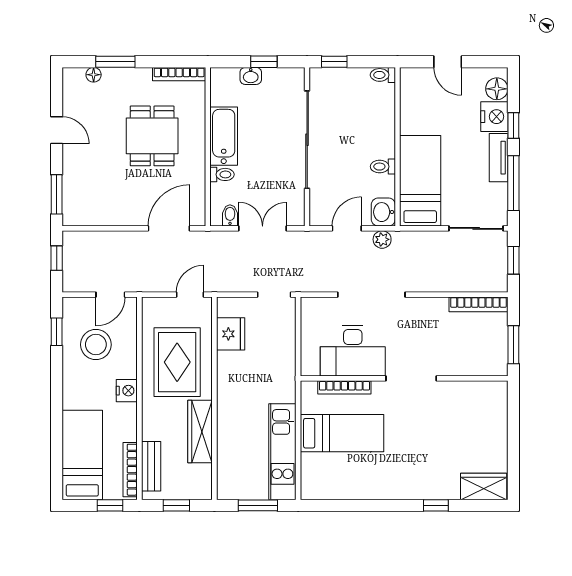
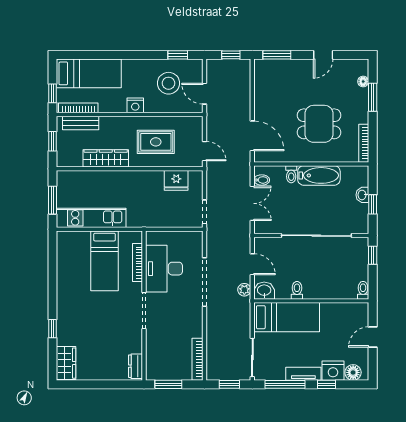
rug: (177, 362) -> (156, 142), width x0.73, depth x0.70
dresser: (488, 390) -> (136, 366), added

